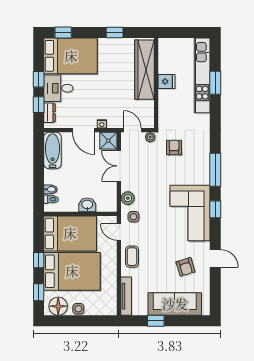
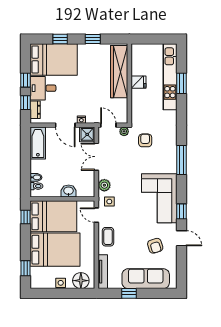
window: (63, 33) -> (60, 39), moved
window: (215, 209) -> (181, 211), moved
window: (39, 260) -> (26, 217), moved
floor lamp: (58, 306) -> (81, 281), moved

